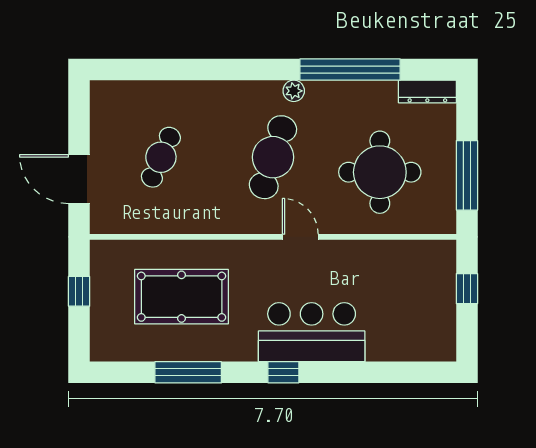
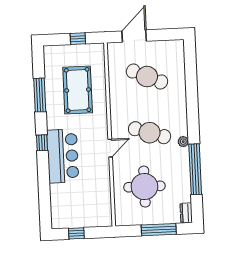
dresser: (427, 91) -> (186, 213), width x0.70
cafe table: (161, 157) -> (147, 77), width x1.37, depth x1.35
window: (467, 175) -> (159, 230), moved
window: (467, 289) -> (76, 233), moved

